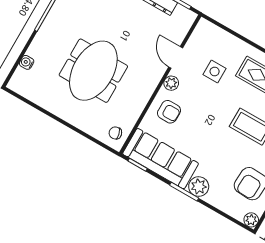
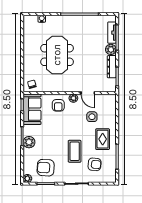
door: (176, 57) -> (88, 93), swing flipped
meeting table: (93, 71) -> (57, 55), turned 90
sofa: (161, 159) -> (32, 109), width x0.73

